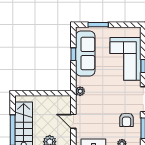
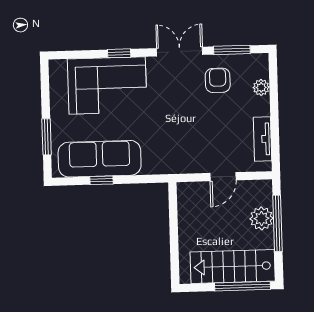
plant: (80, 91) -> (168, 166), removed
armchair: (127, 120) -> (218, 80), turned -90

